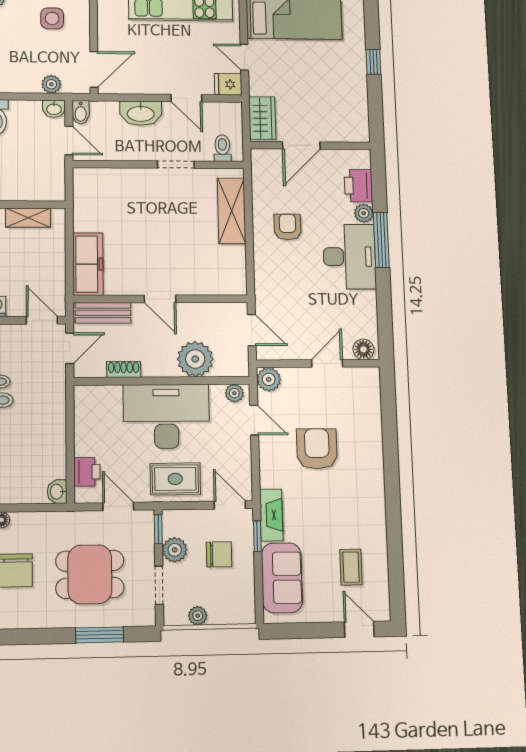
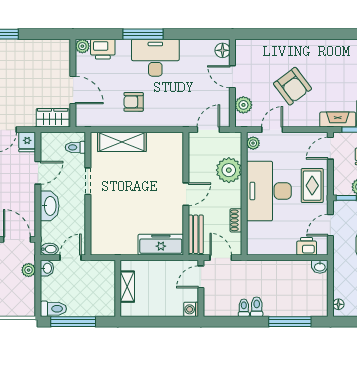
plant: (364, 213) -> (82, 46), moved
plant: (269, 379) -> (243, 105), moved
armchair: (317, 449) -> (292, 86), turned -127

